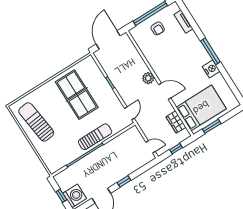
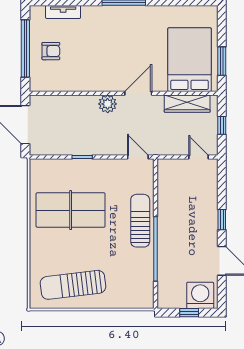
nightstand: (211, 69) -> (147, 15), removed
wardrobe: (176, 122) -> (187, 104), width x1.50
door: (150, 147) -> (199, 157), hinge flipped

